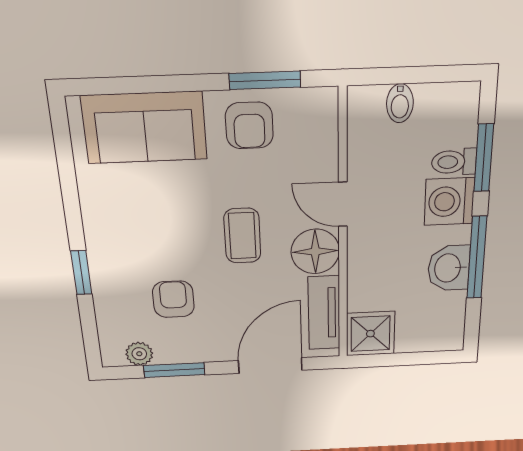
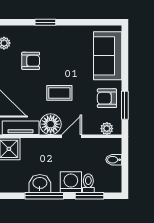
plant: (324, 123) -> (107, 129), added

